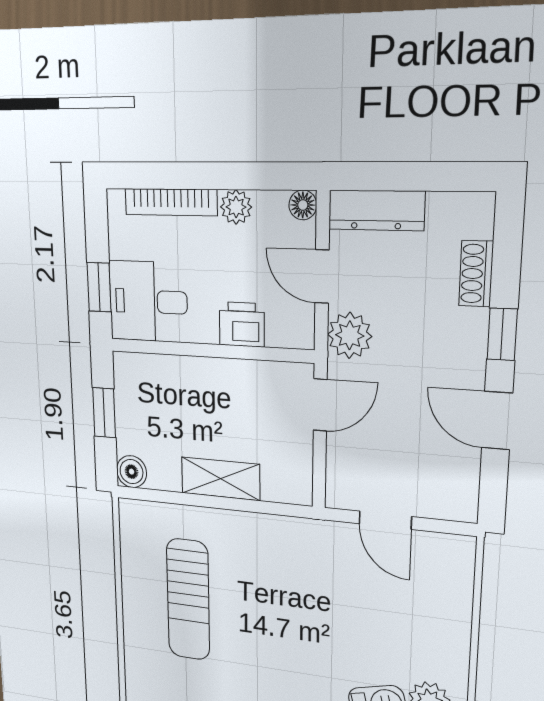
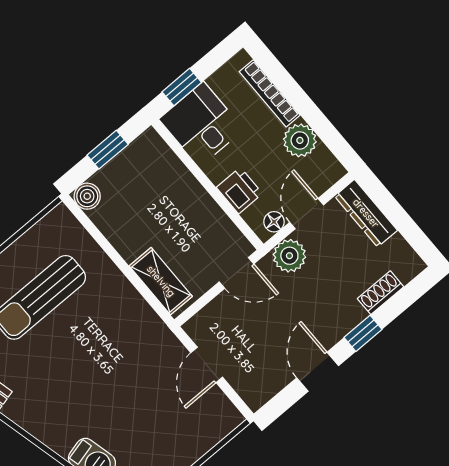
floor lamp: (303, 205) -> (274, 222), moved
plant: (236, 207) -> (300, 140), width x1.38, depth x1.38
shelving: (221, 479) -> (161, 281), moved

